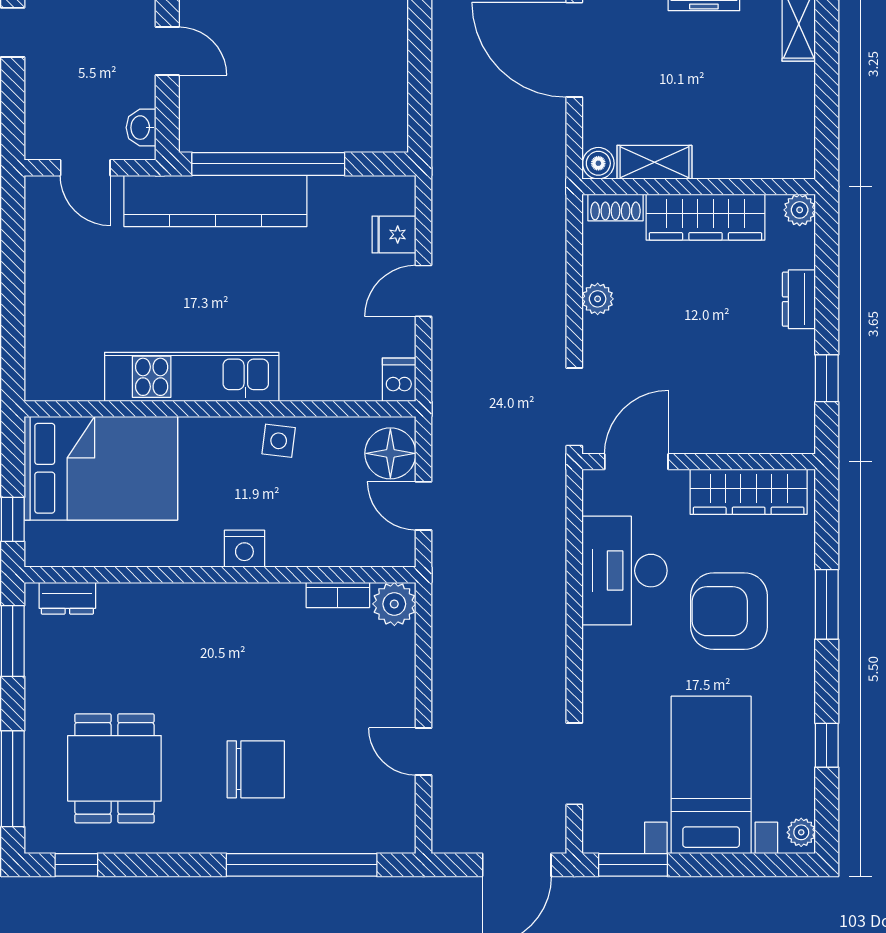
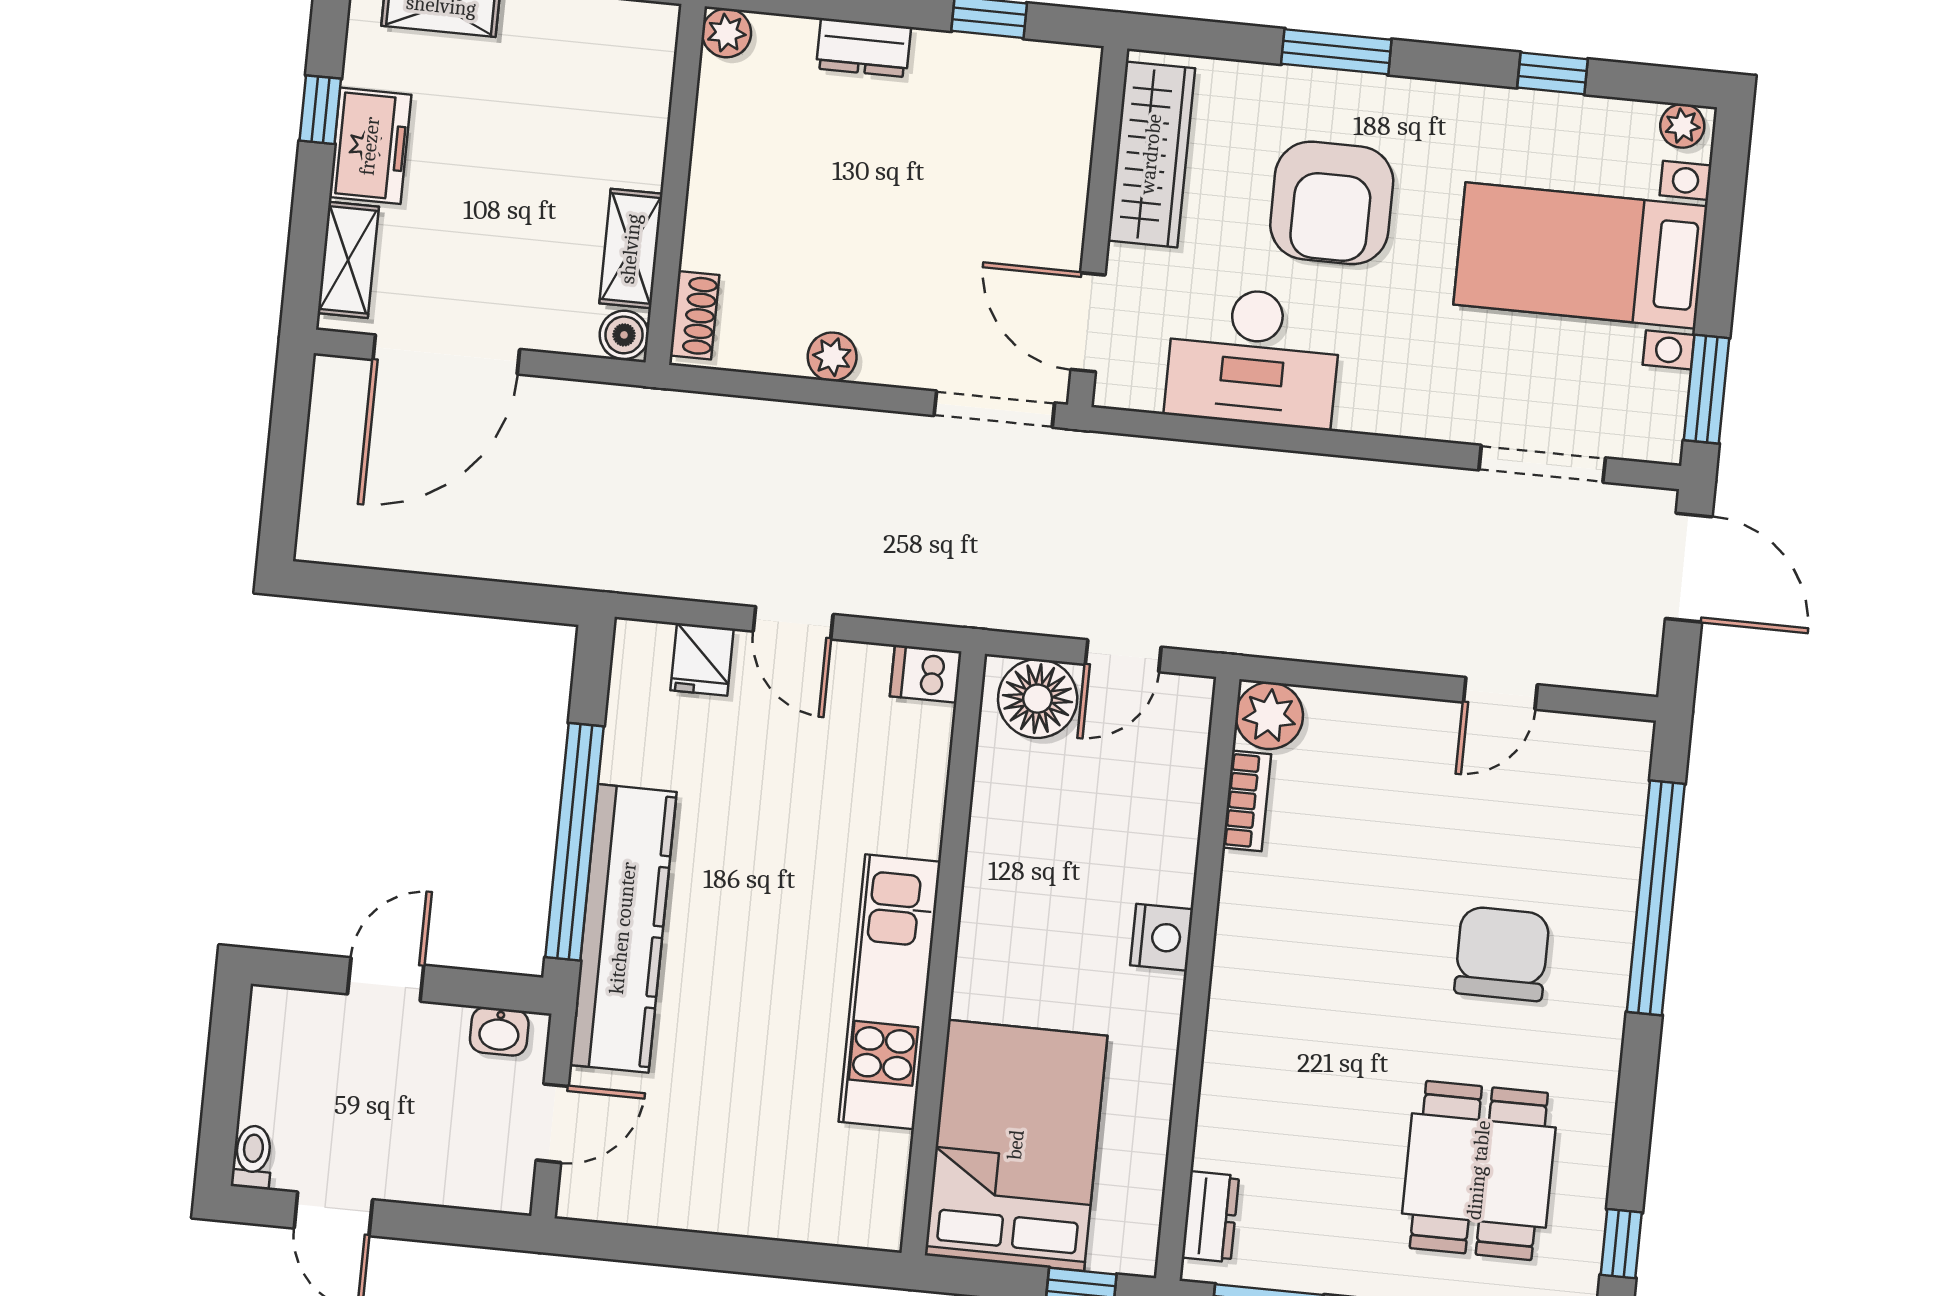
wardrobe: (706, 217) -> (723, 179), removed
side table: (279, 441) -> (1001, 868), removed
dining table: (114, 768) -> (1479, 1170), turned 90

